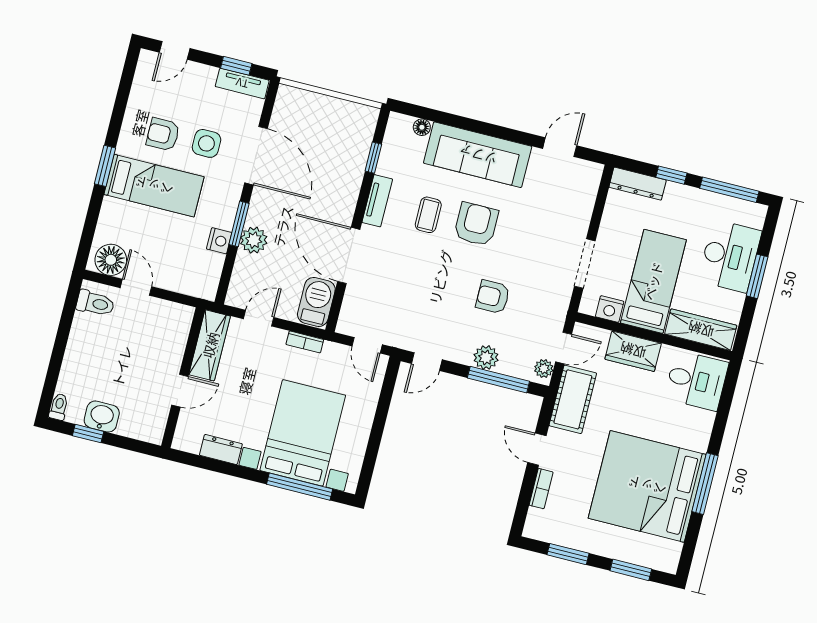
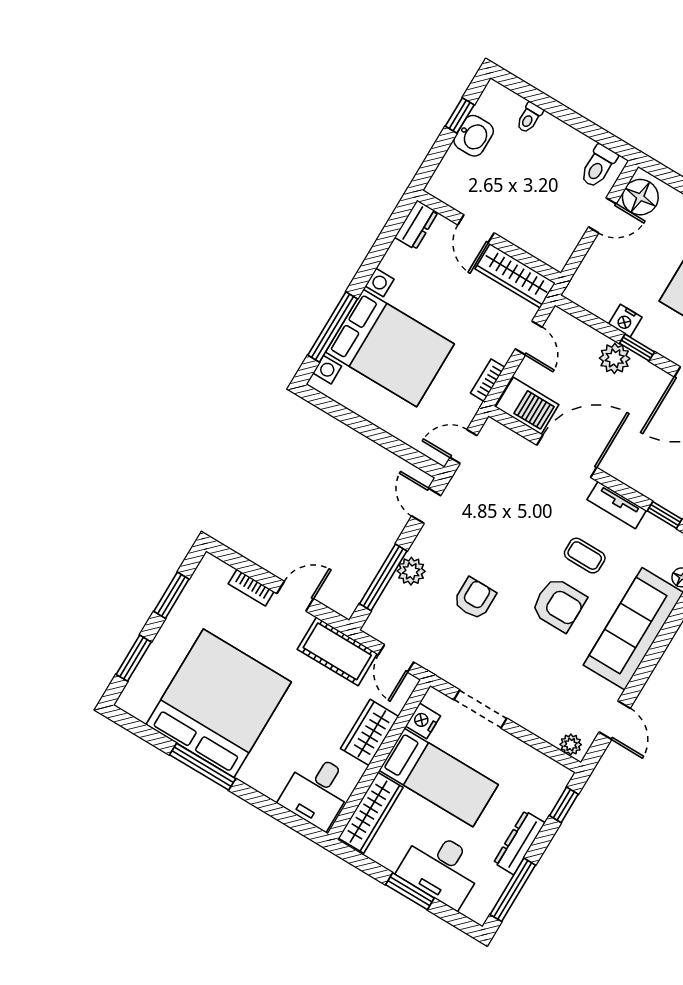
window: (671, 175) -> (564, 805), moved
dresser: (638, 184) -> (519, 843), moved
window: (239, 224) -> (637, 348), width x0.67
plant: (544, 369) -> (571, 745), moved
toilet: (59, 407) -> (529, 118), moved, turned 90
dresser: (221, 450) -> (416, 225), moved

